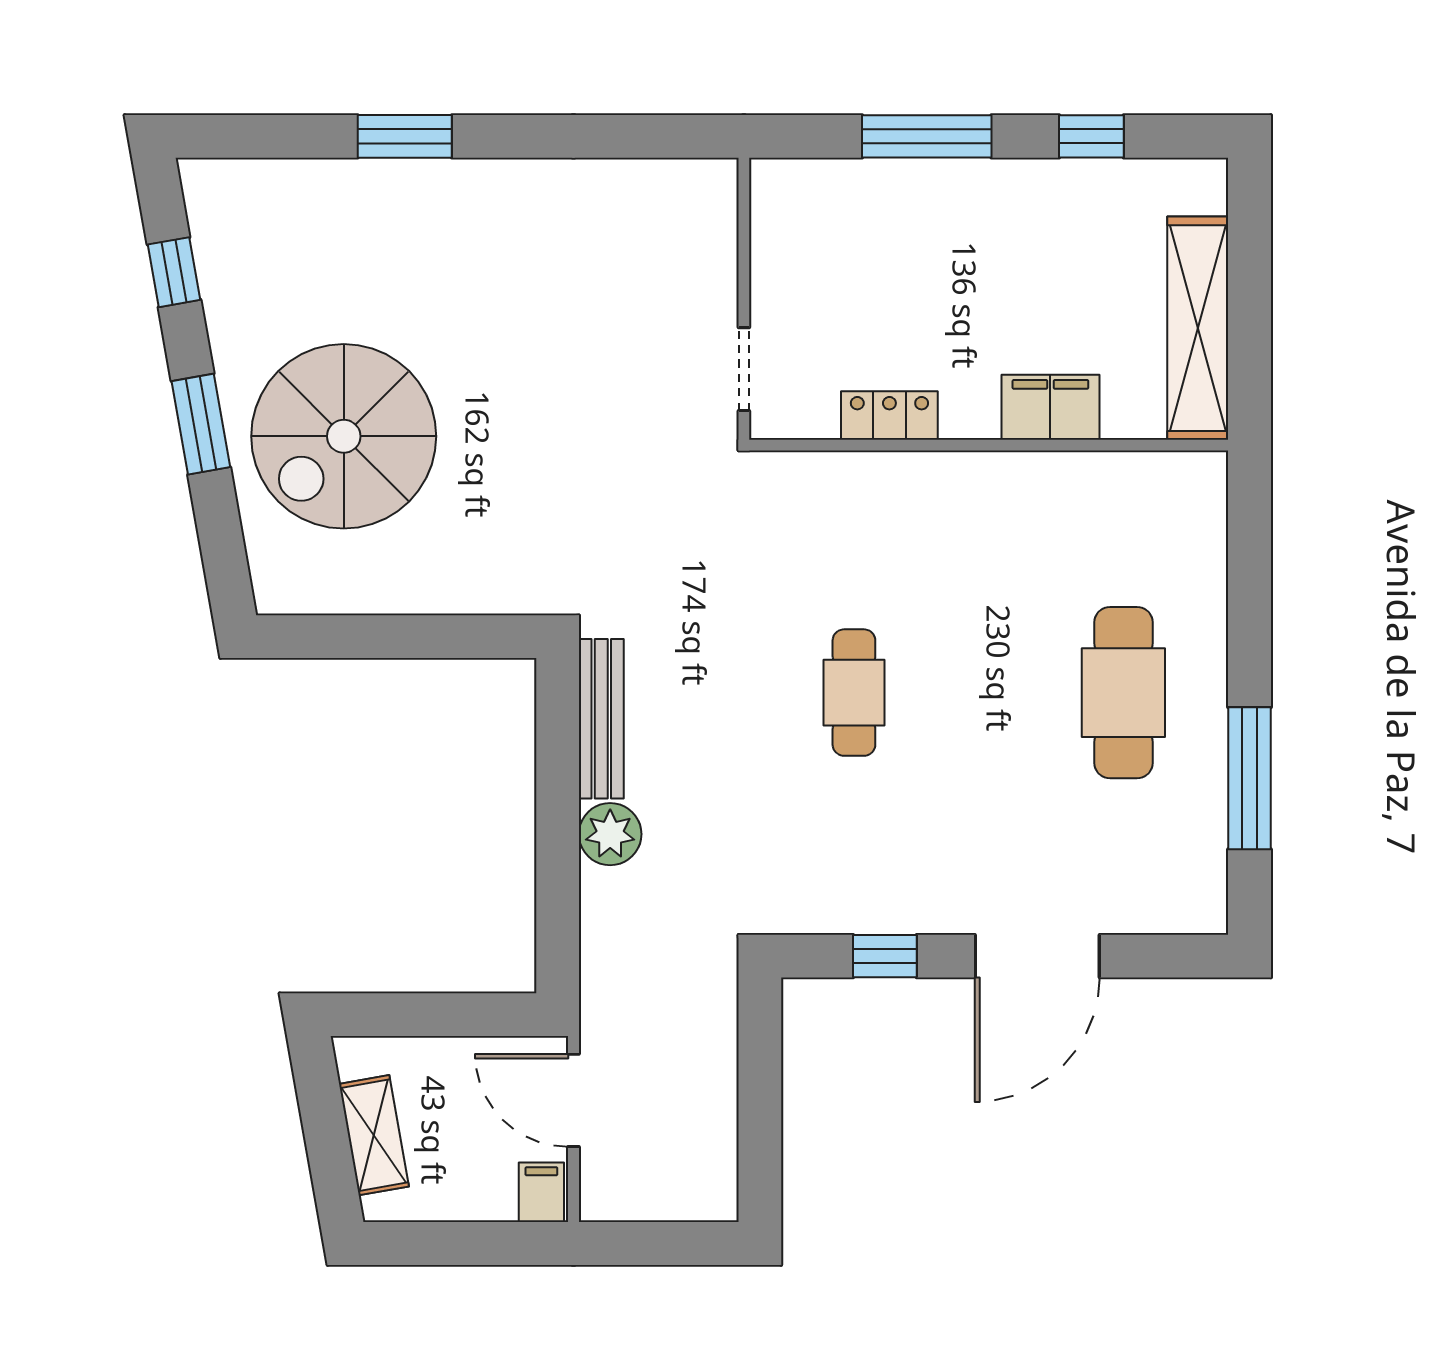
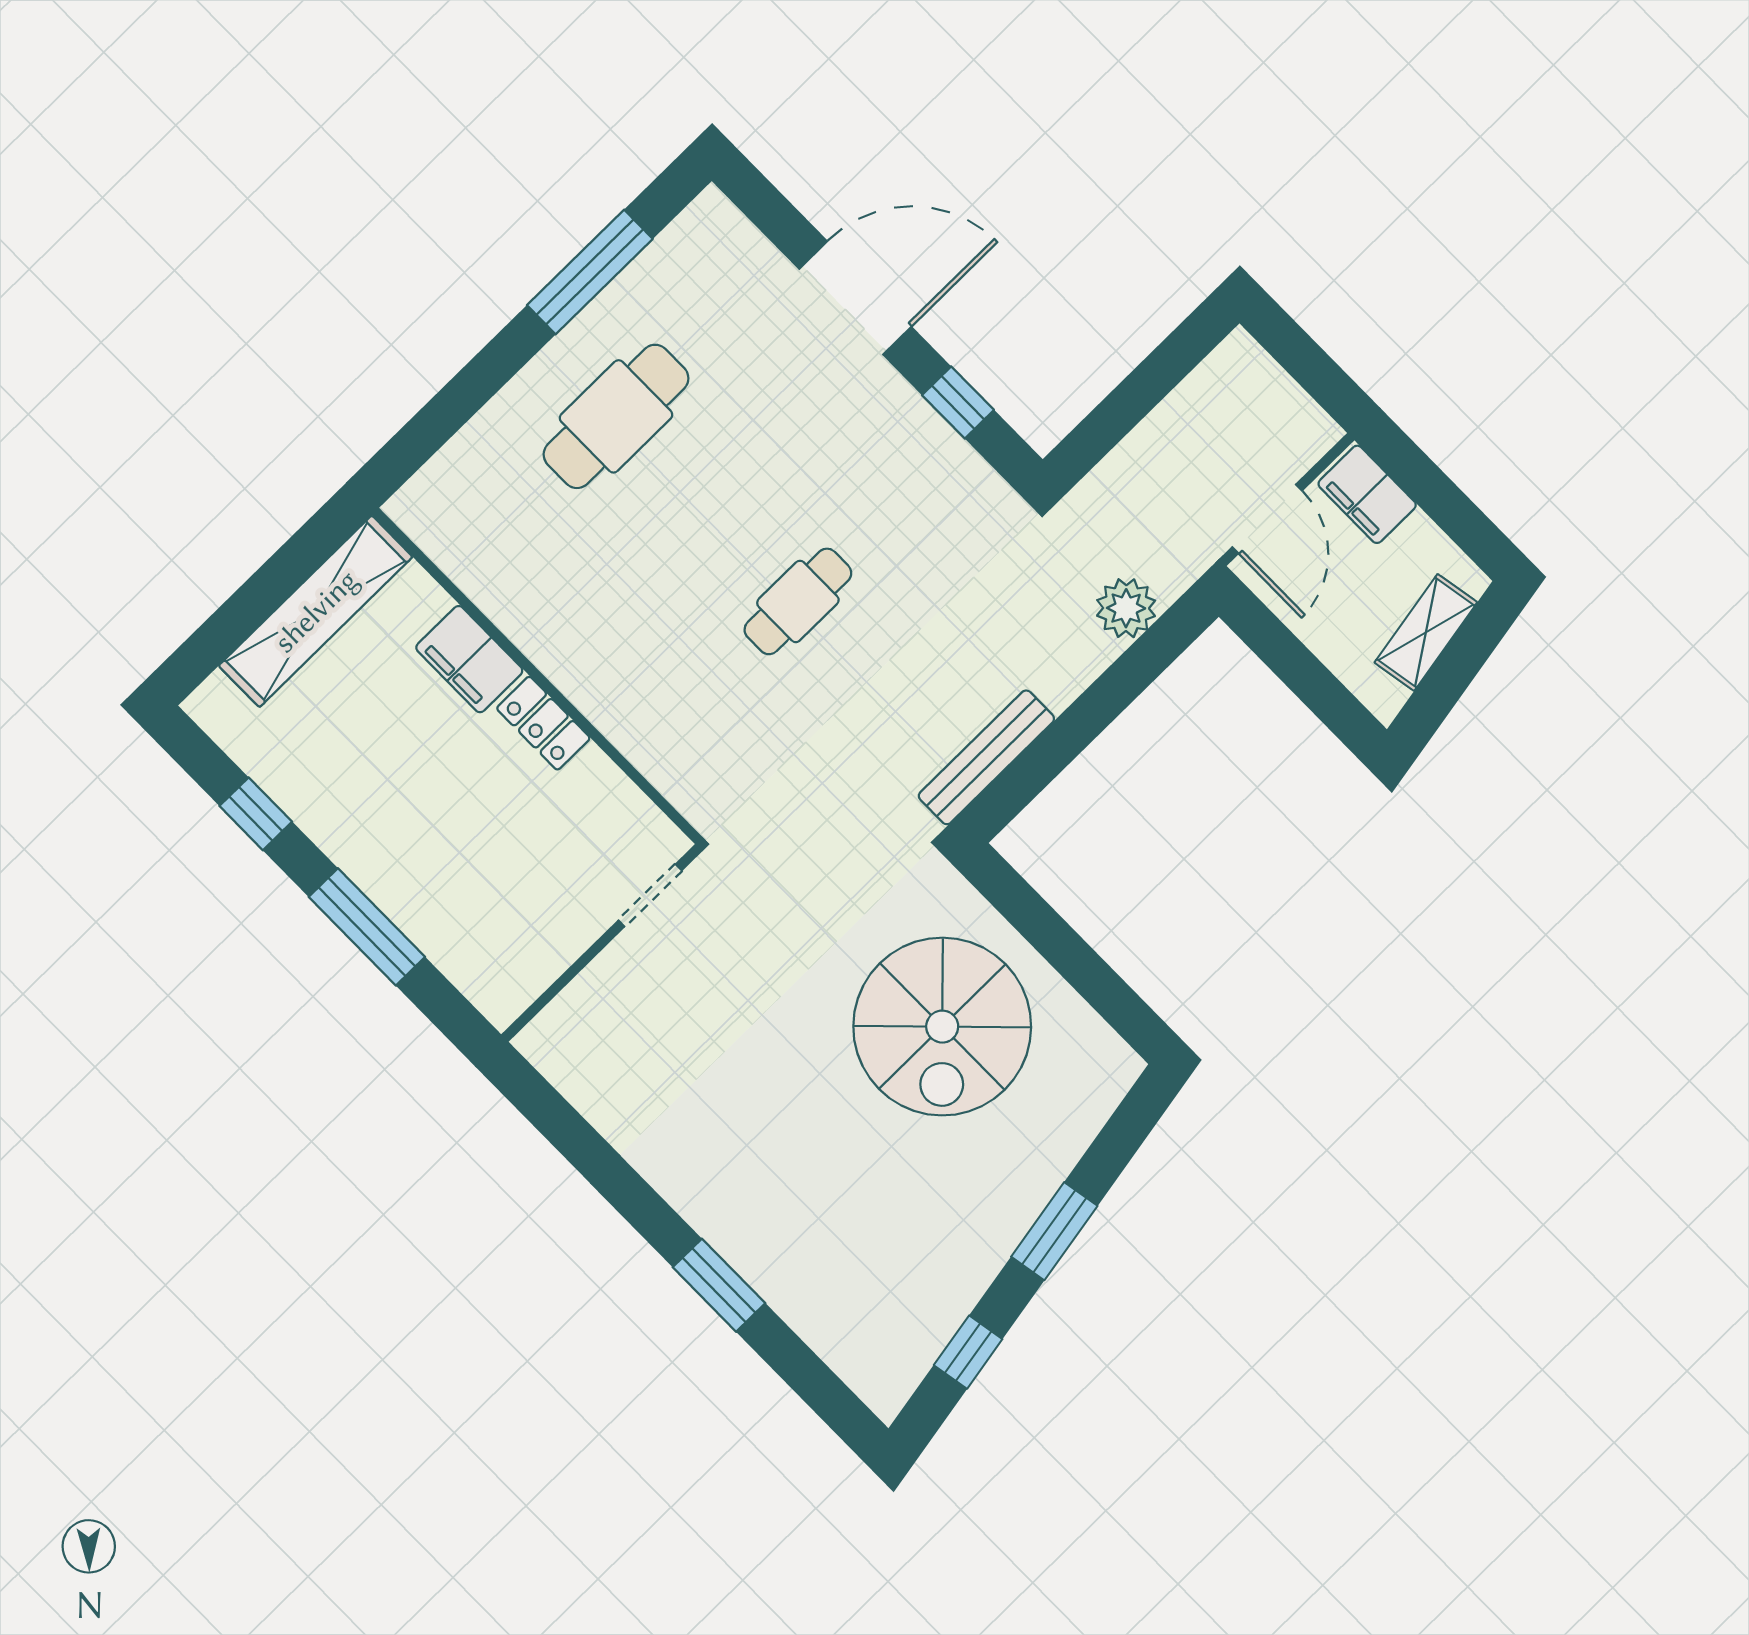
locker: (889, 415) -> (543, 723), moved
spiral stairs: (344, 436) -> (942, 1027), moved, turned 90
plant: (610, 834) -> (1126, 608), moved
filing cabinet: (541, 1192) -> (1367, 494), width x2.00

